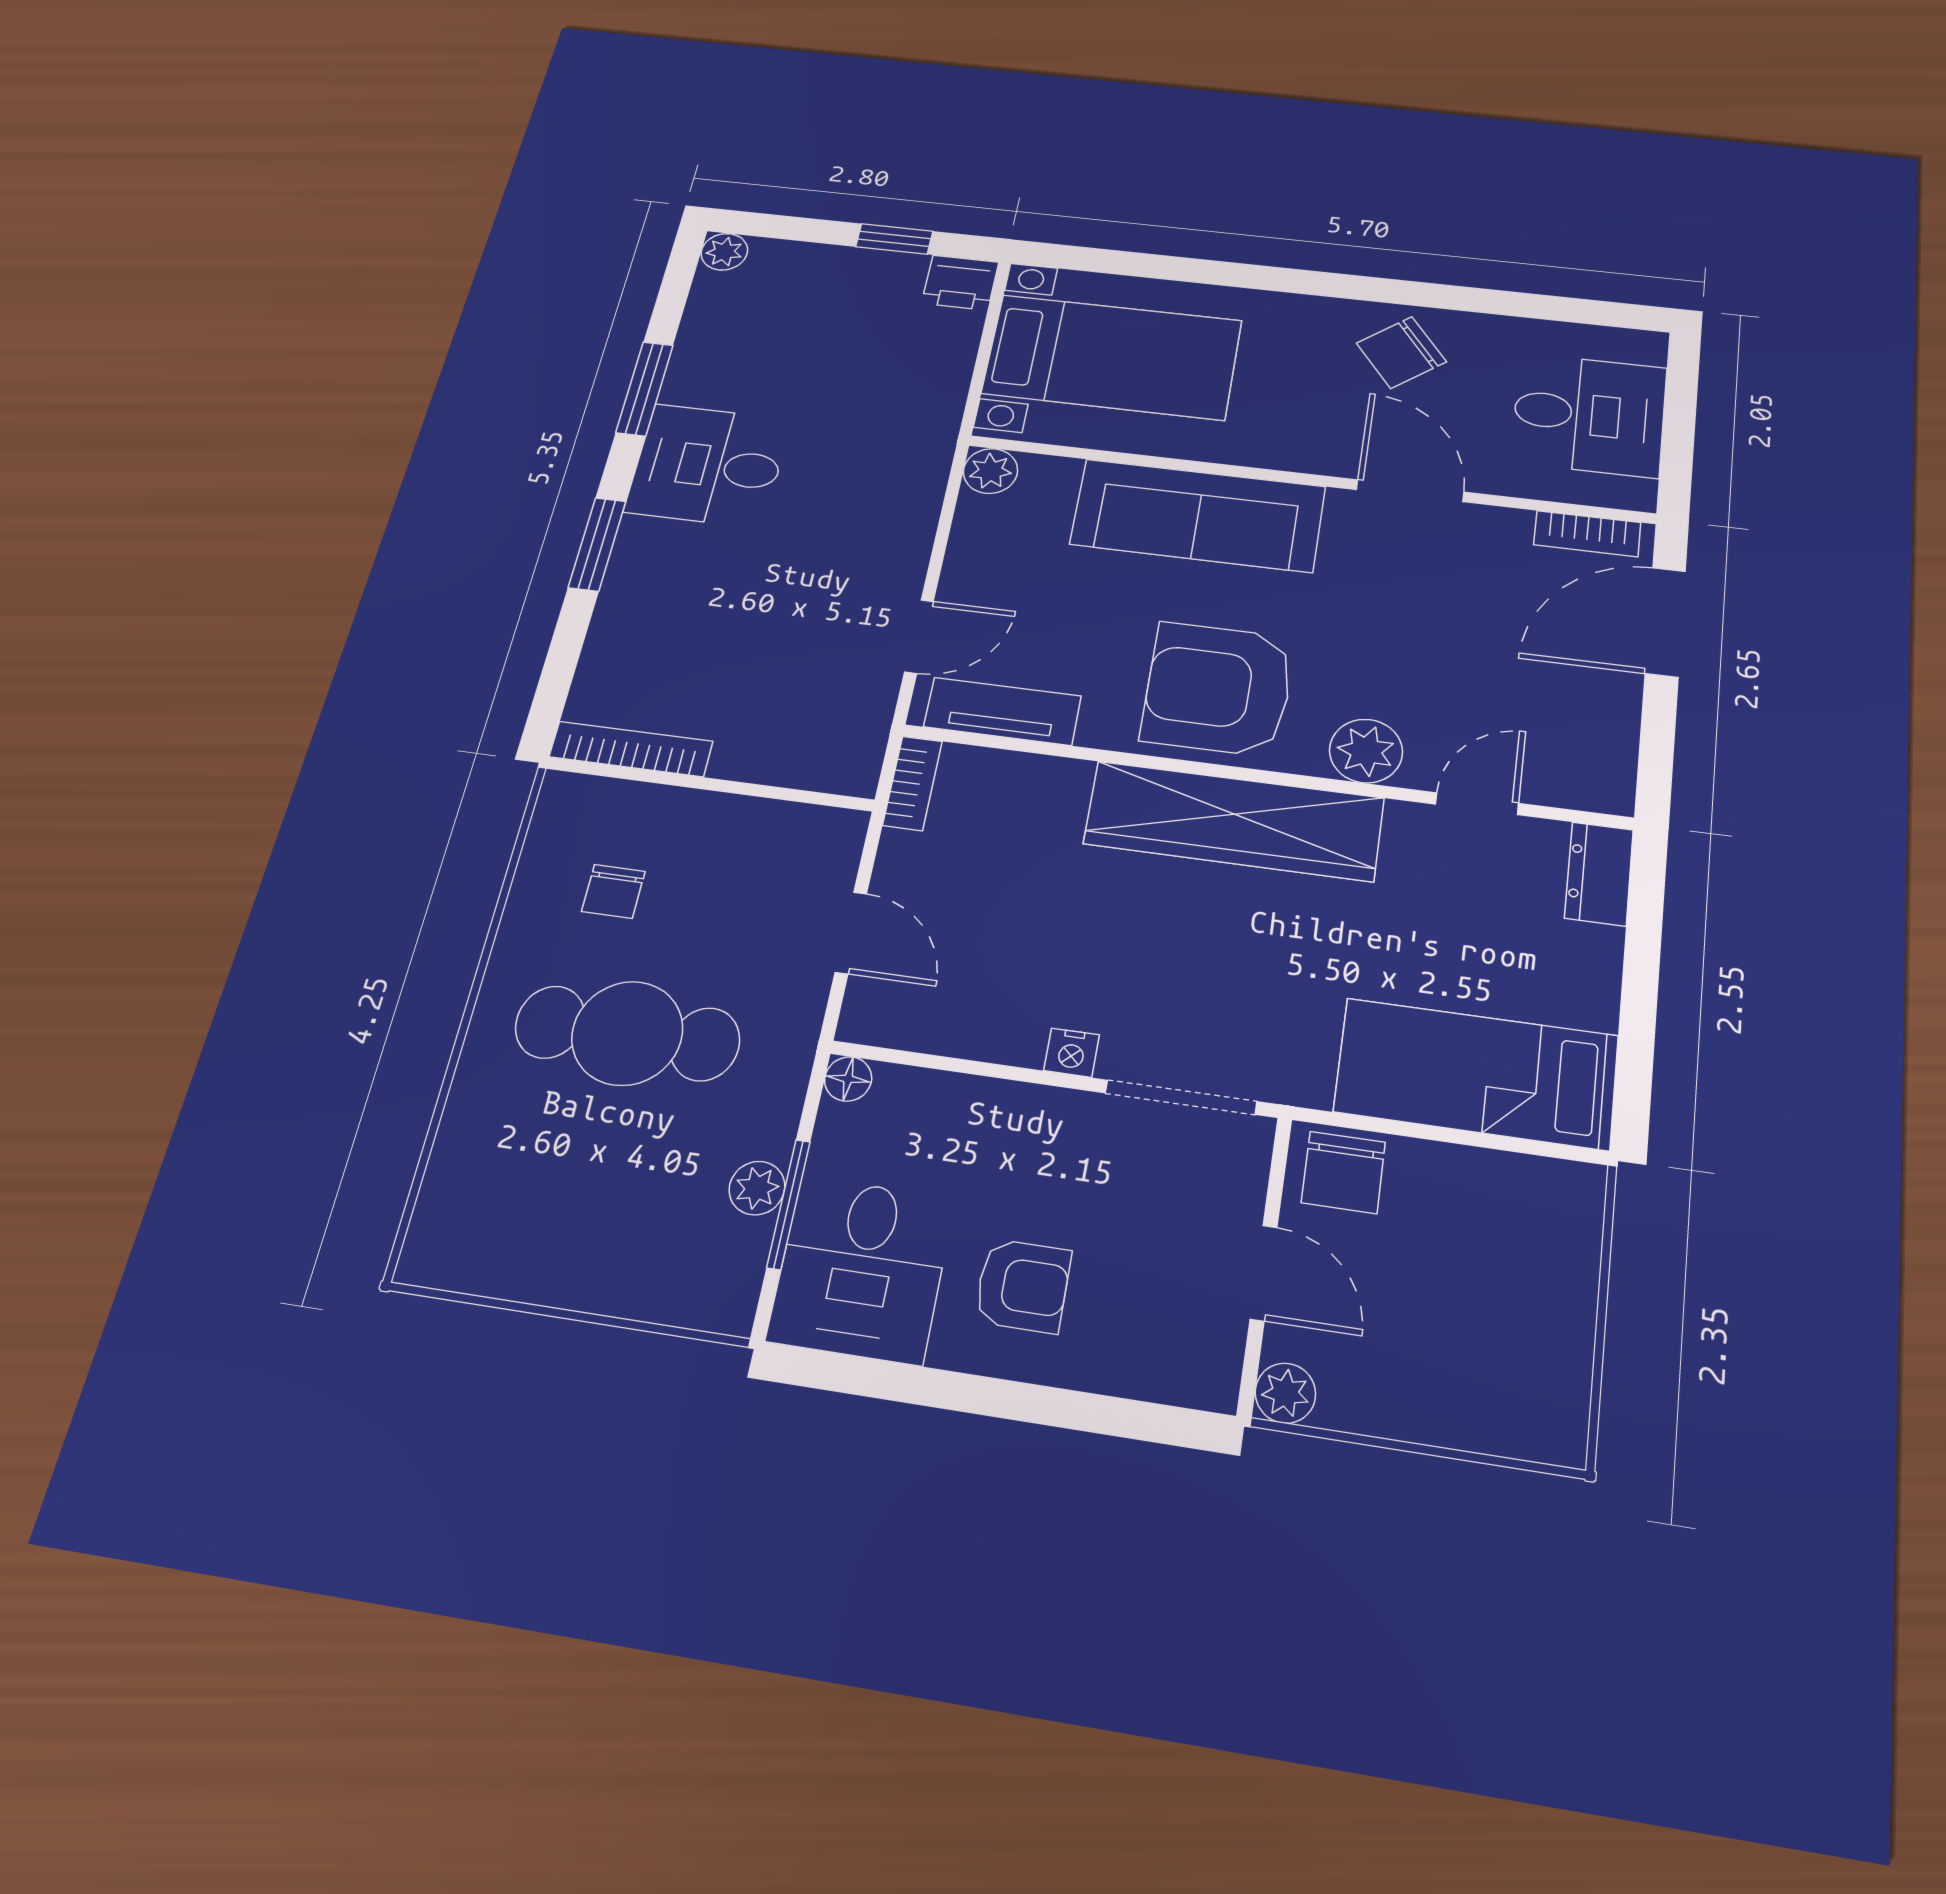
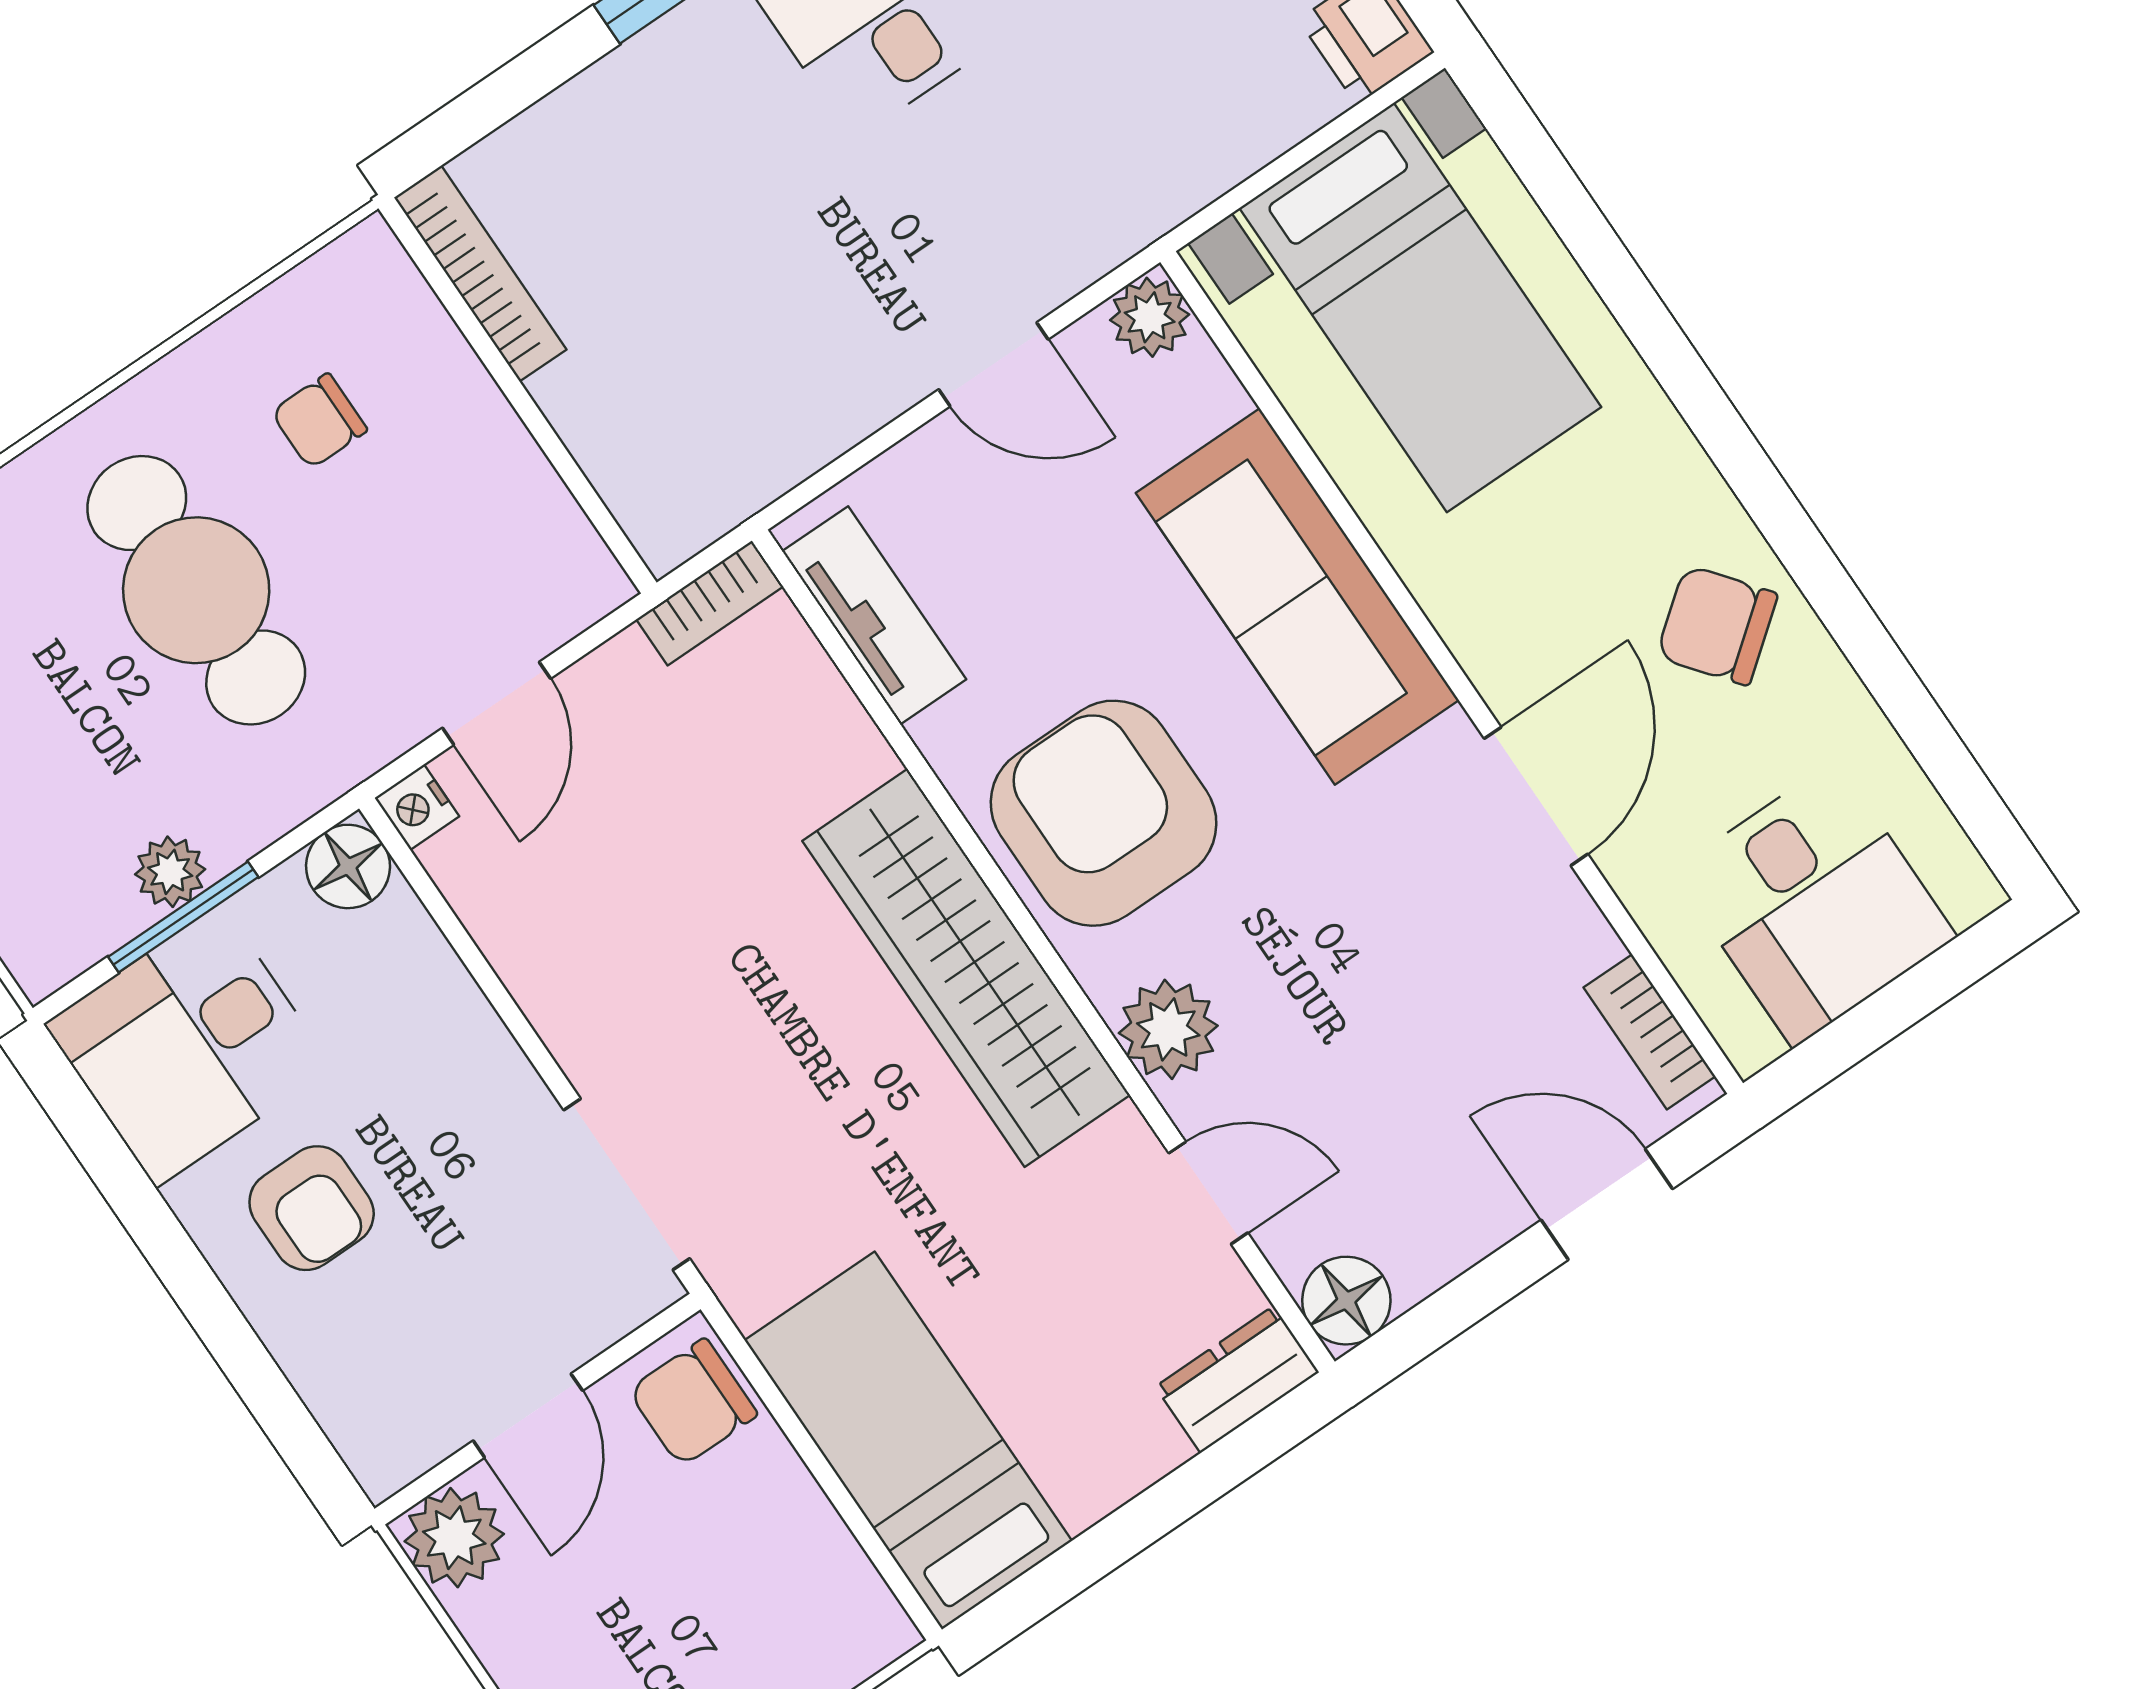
door: (1665, 622) -> (1607, 1204), width x0.73
door: (919, 636) -> (993, 364), moved
floor lamp: (1603, 785) -> (1346, 1301), added
nightstand: (1072, 1053) -> (417, 807), moved
floor lamp: (848, 1079) -> (348, 866), width x1.37, depth x1.37
plant: (1285, 1393) -> (454, 1538), width x1.38, depth x1.38

